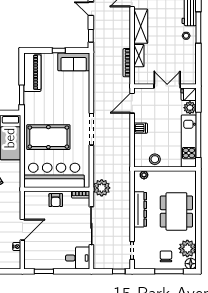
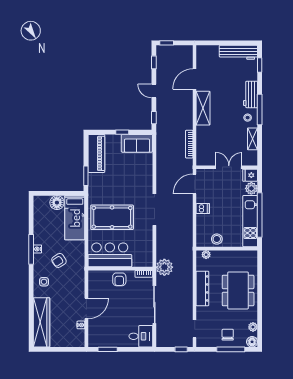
shelving: (139, 56) -> (253, 139), moved
bar counter: (54, 175) -> (110, 255), width x0.73
plant: (187, 249) -> (253, 327), width x0.53, depth x0.53

